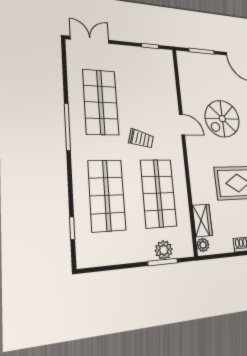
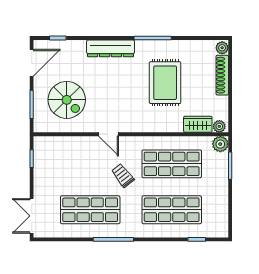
spiral stairs: (222, 119) -> (67, 100), moved
door: (182, 125) -> (109, 134), swing flipped
trolley: (141, 139) -> (123, 176), turned -54
plant: (164, 250) -> (220, 144), moved

